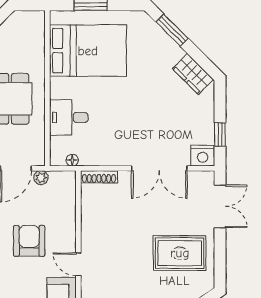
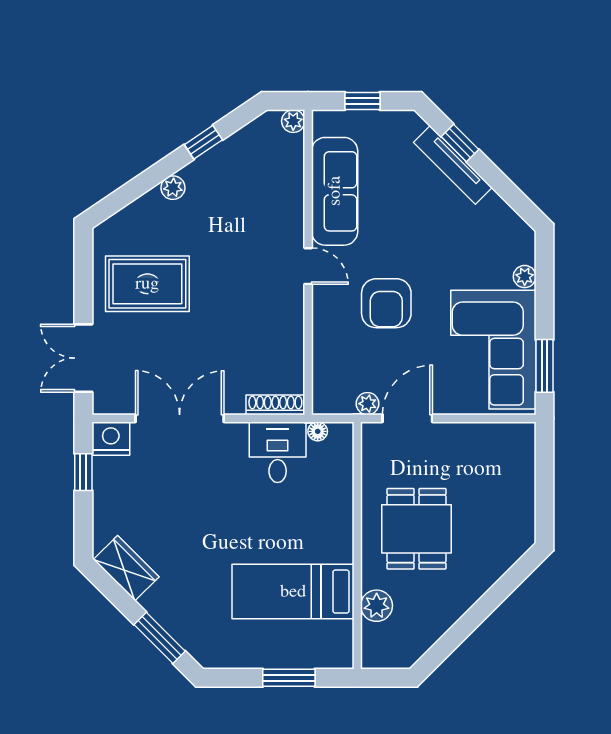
plant: (35, 50) -> (377, 606), added
bed: (88, 51) -> (293, 592), width x0.67
desk: (69, 117) -> (278, 452), moved, turned -90

